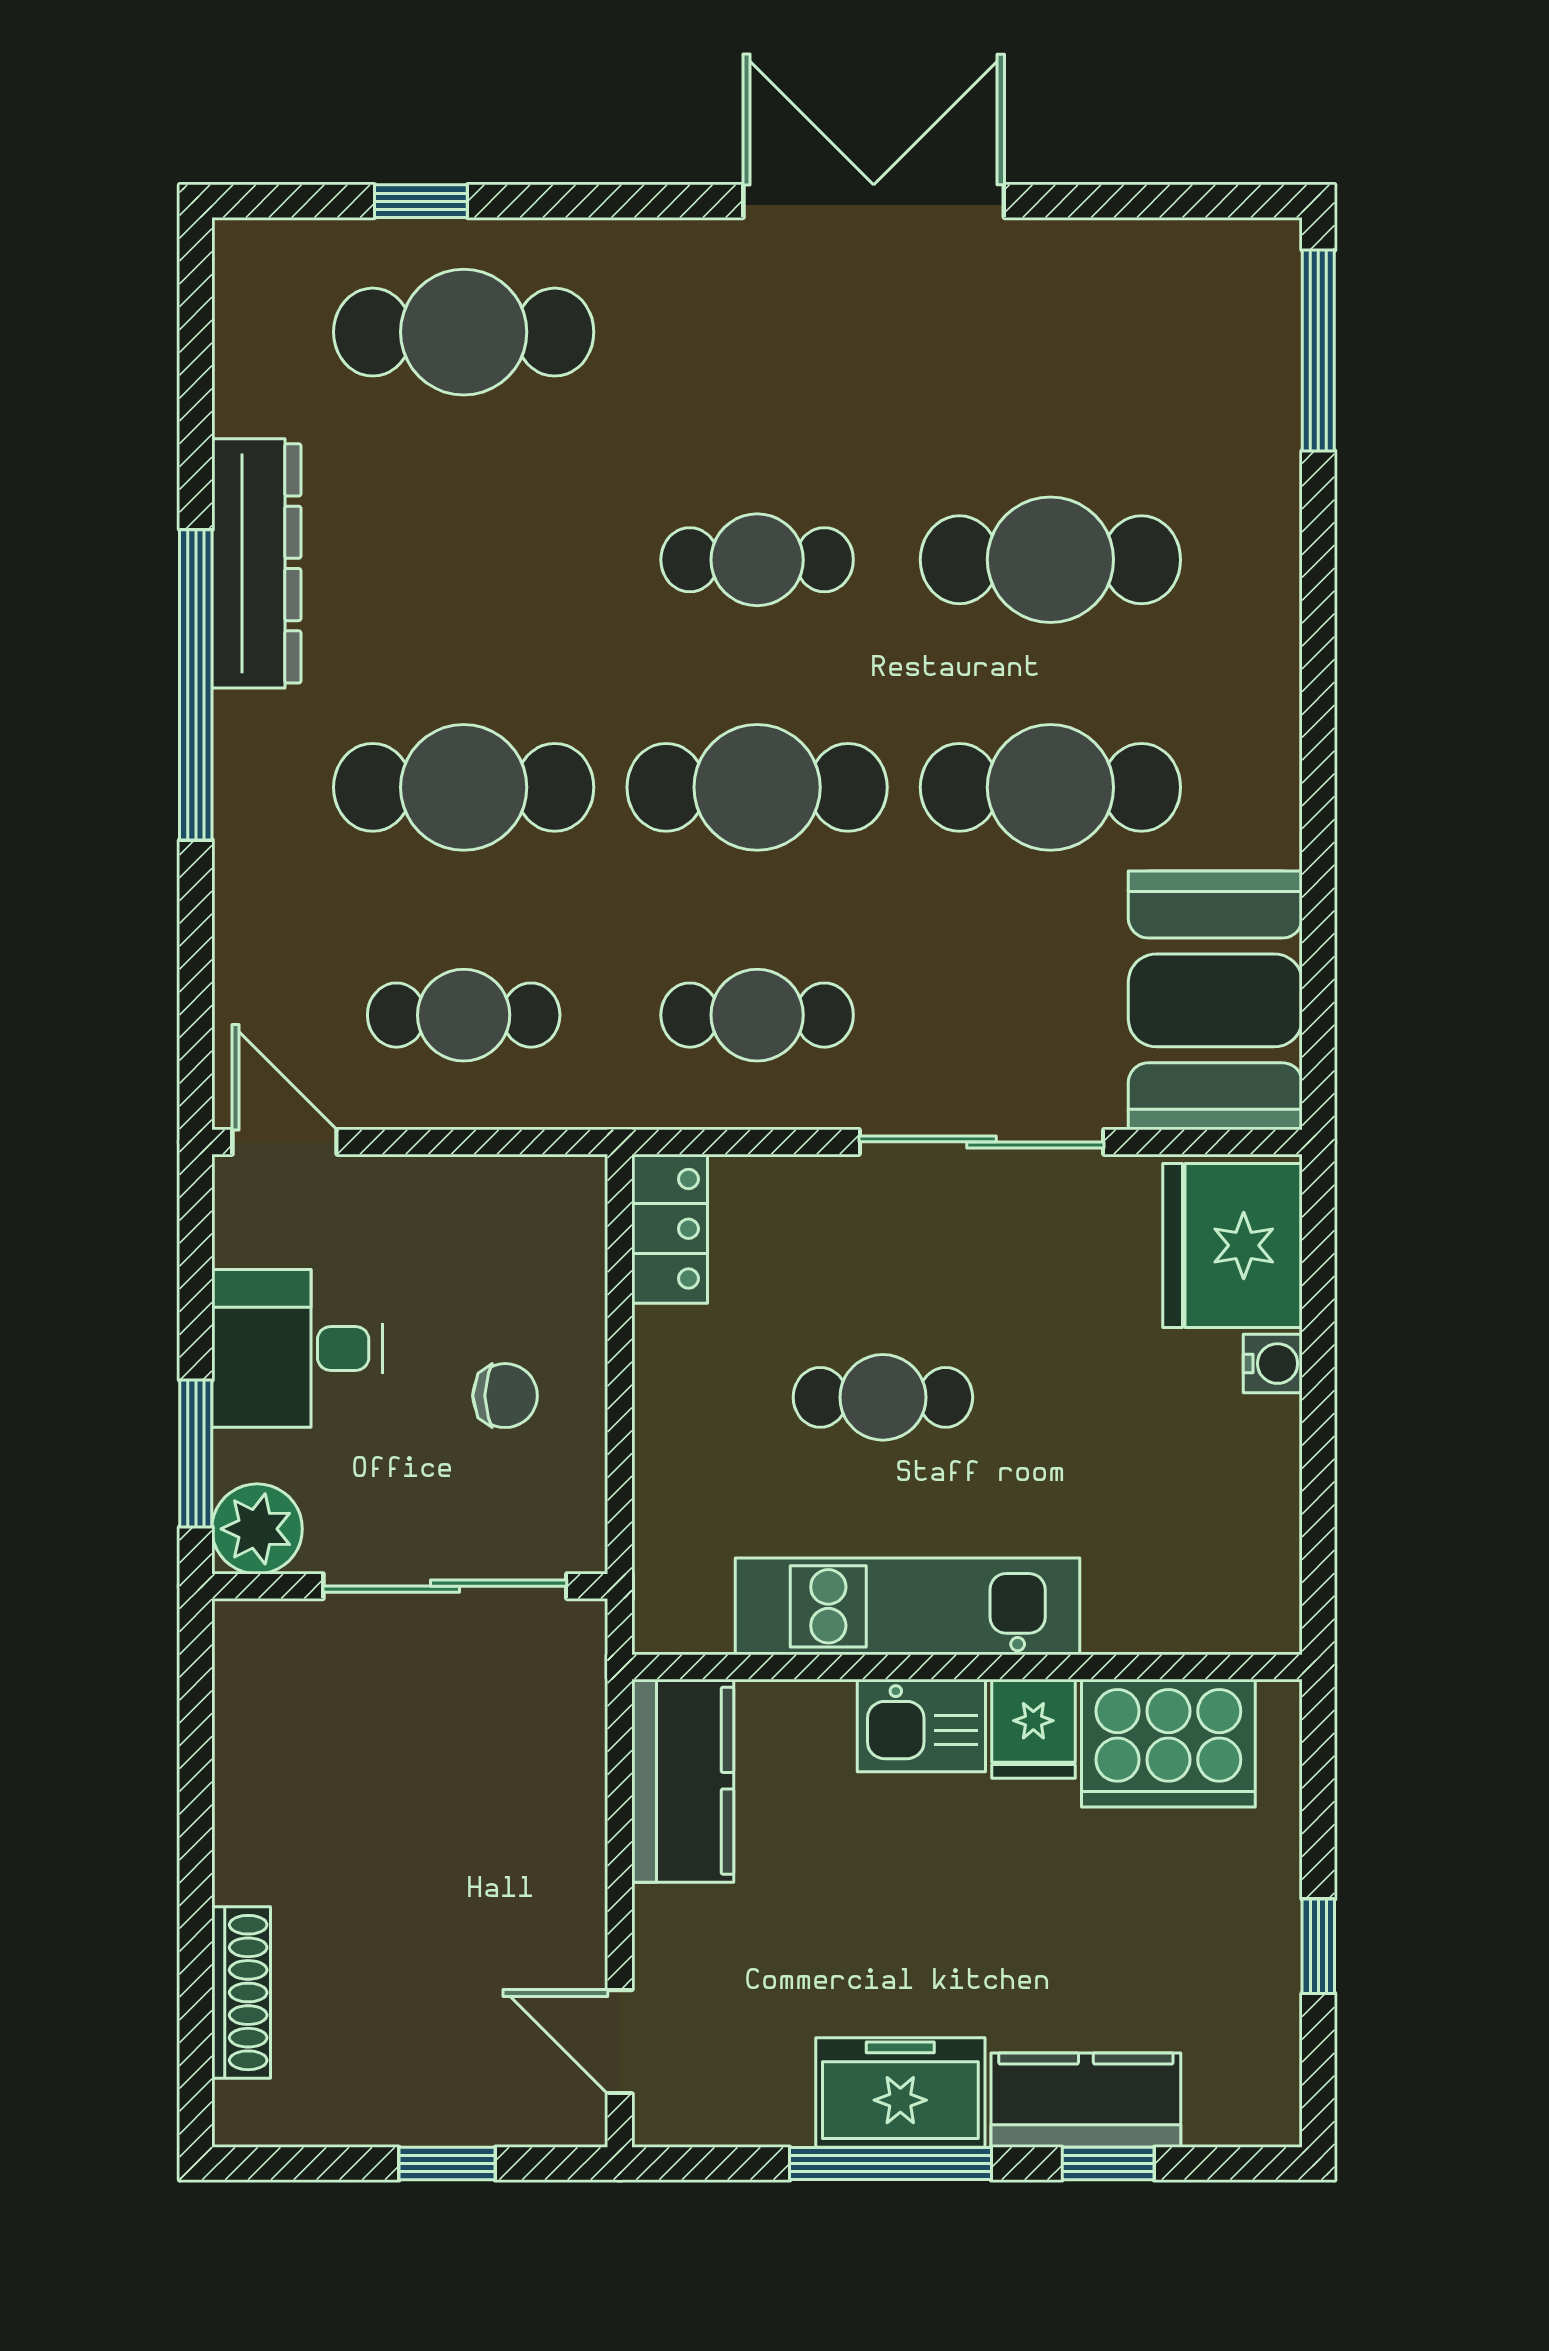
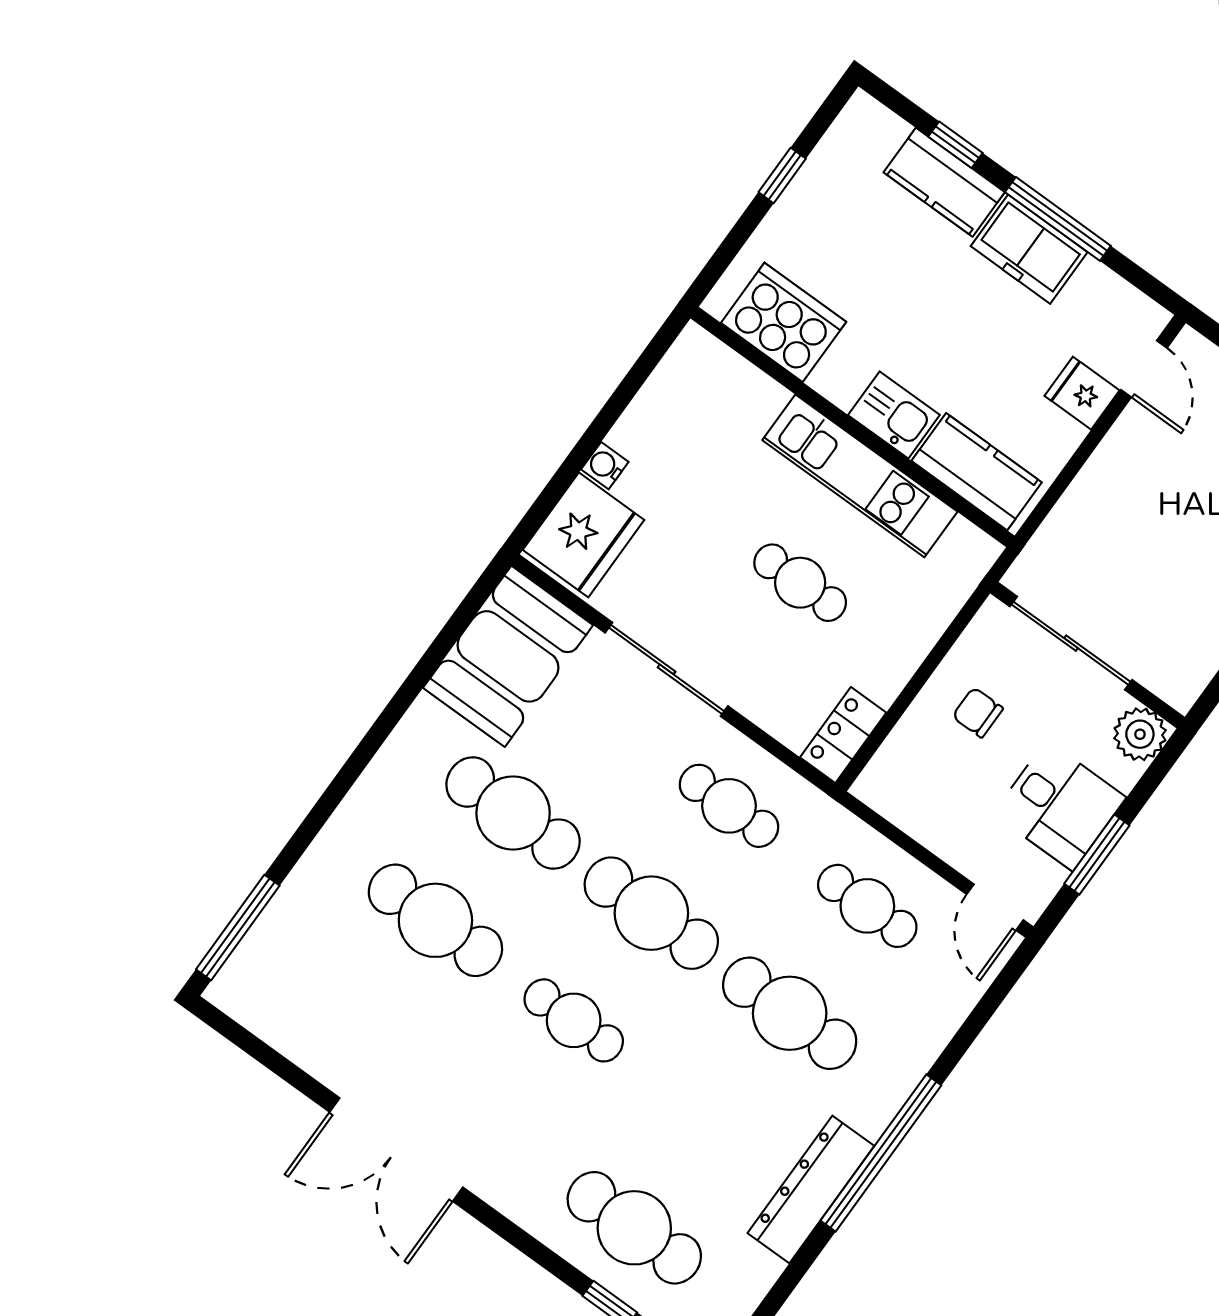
window: (196, 1454) -> (1097, 855), moved
fridge: (1033, 1729) -> (1082, 393), moved, turned -90
kitchen counter: (683, 1781) -> (977, 472), moved, turned 90

